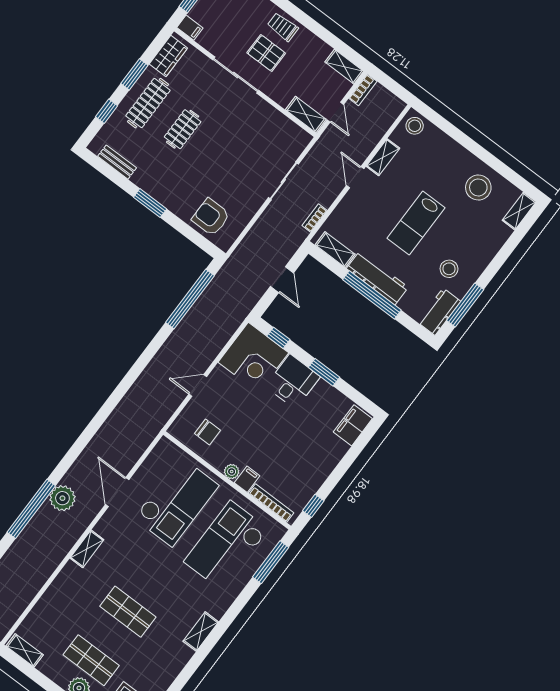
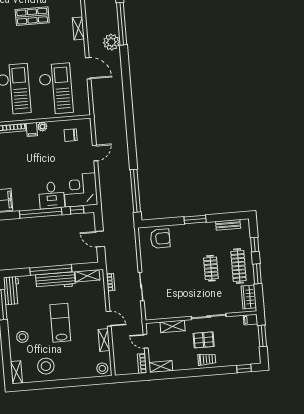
shelving: (306, 115) -> (173, 326), moved
stool: (449, 269) -> (22, 337), moved
window: (324, 372) -> (41, 213), width x2.11
checkout: (176, 502) -> (56, 89), turned 180

